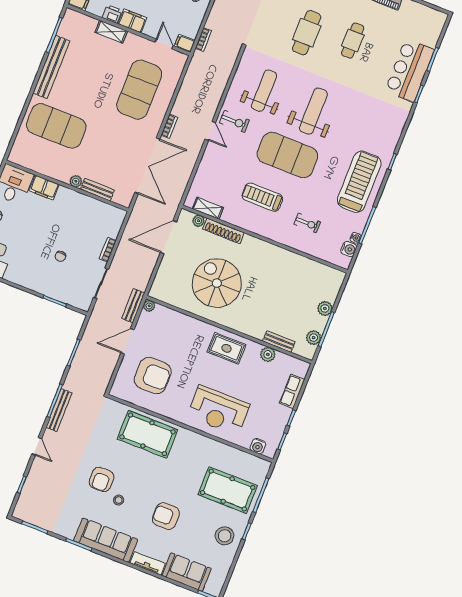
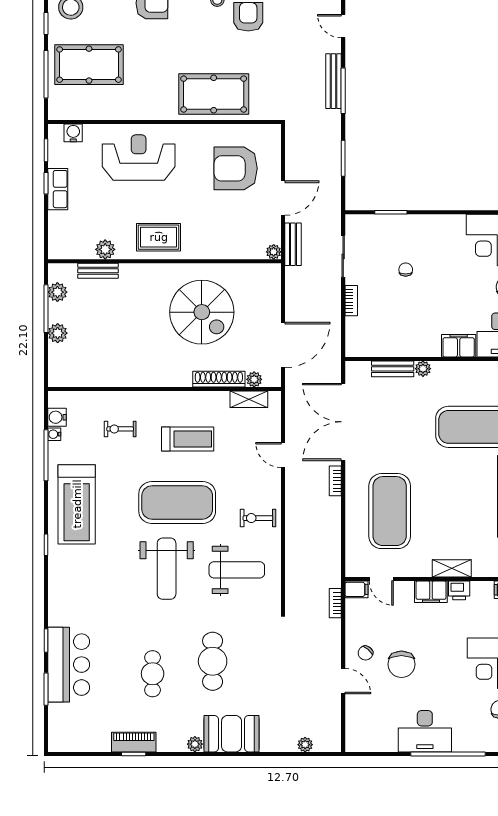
weight bench: (264, 91) -> (237, 570), turned -90
door: (210, 131) -> (283, 455), moved
row of seats: (292, 391) -> (58, 189), moved

